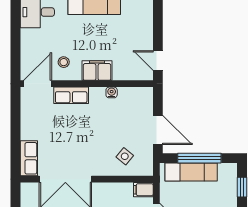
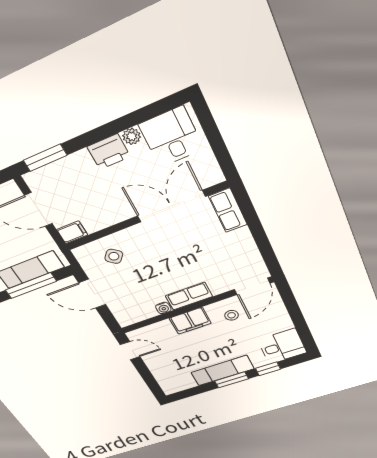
row of seats: (71, 95) -> (189, 296), moved

